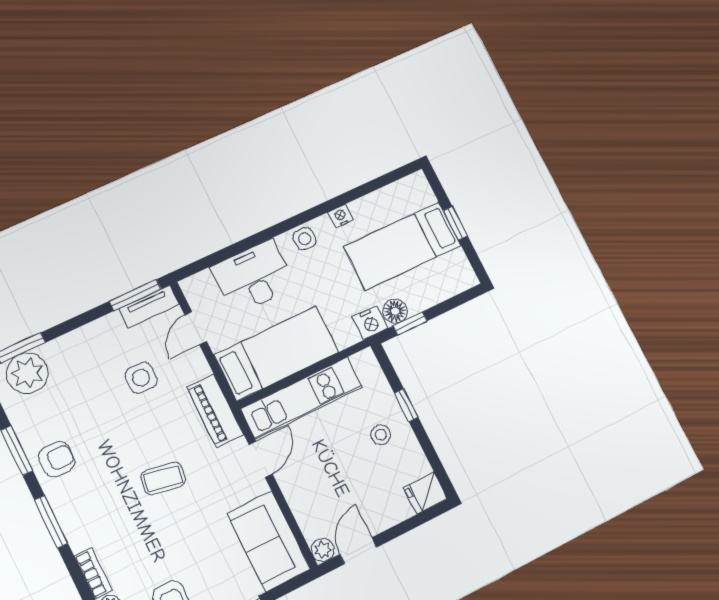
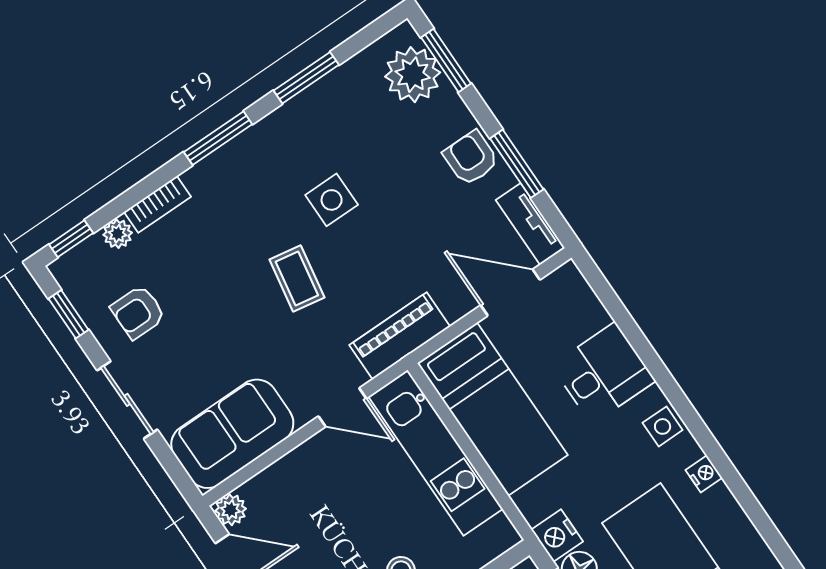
desk: (253, 277) -> (603, 373), width x0.73
window: (135, 295) -> (517, 164), moved
door: (196, 328) -> (510, 292), width x1.38
side table: (141, 378) -> (332, 200), moved
armchair: (57, 459) -> (471, 158), moved, turned 180

